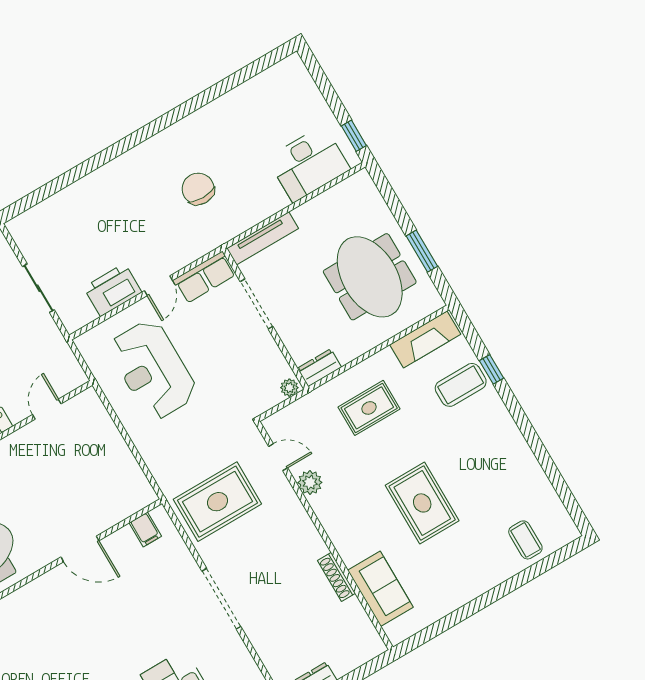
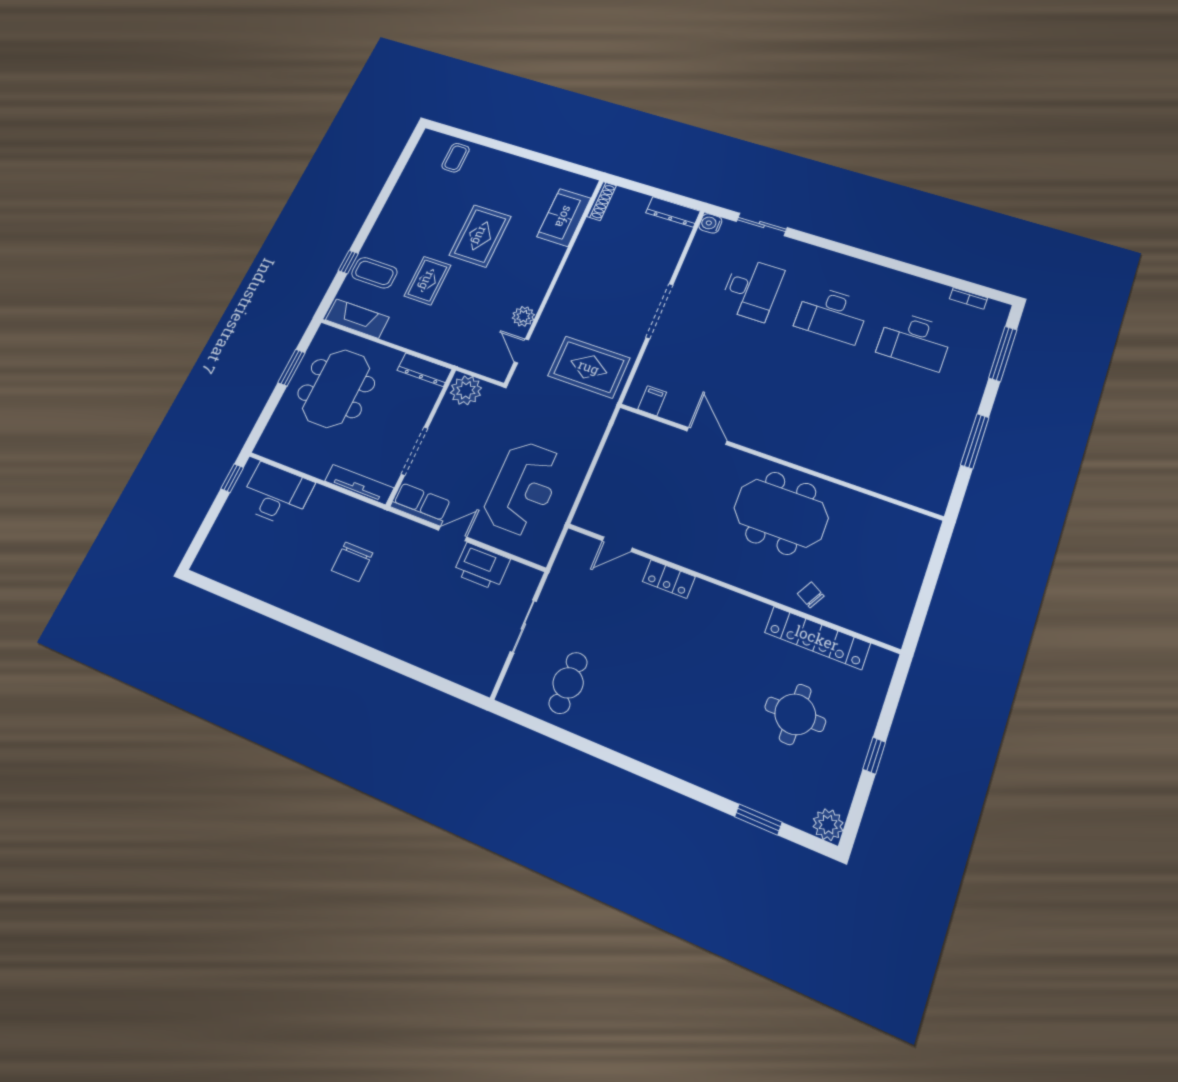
dresser: (319, 368) -> (424, 370), width x1.44
plant: (289, 388) -> (466, 390), width x1.88, depth x1.88
rug: (369, 408) -> (427, 281), moved, turned 90
shoe rack: (336, 577) -> (602, 201), moved

